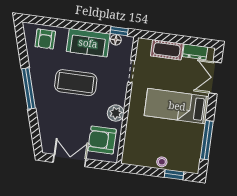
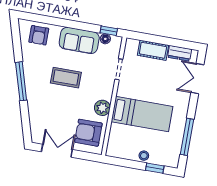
coffee table: (76, 83) -> (66, 78), width x0.73, depth x0.76
bed: (177, 106) -> (142, 114), moved, turned 180

